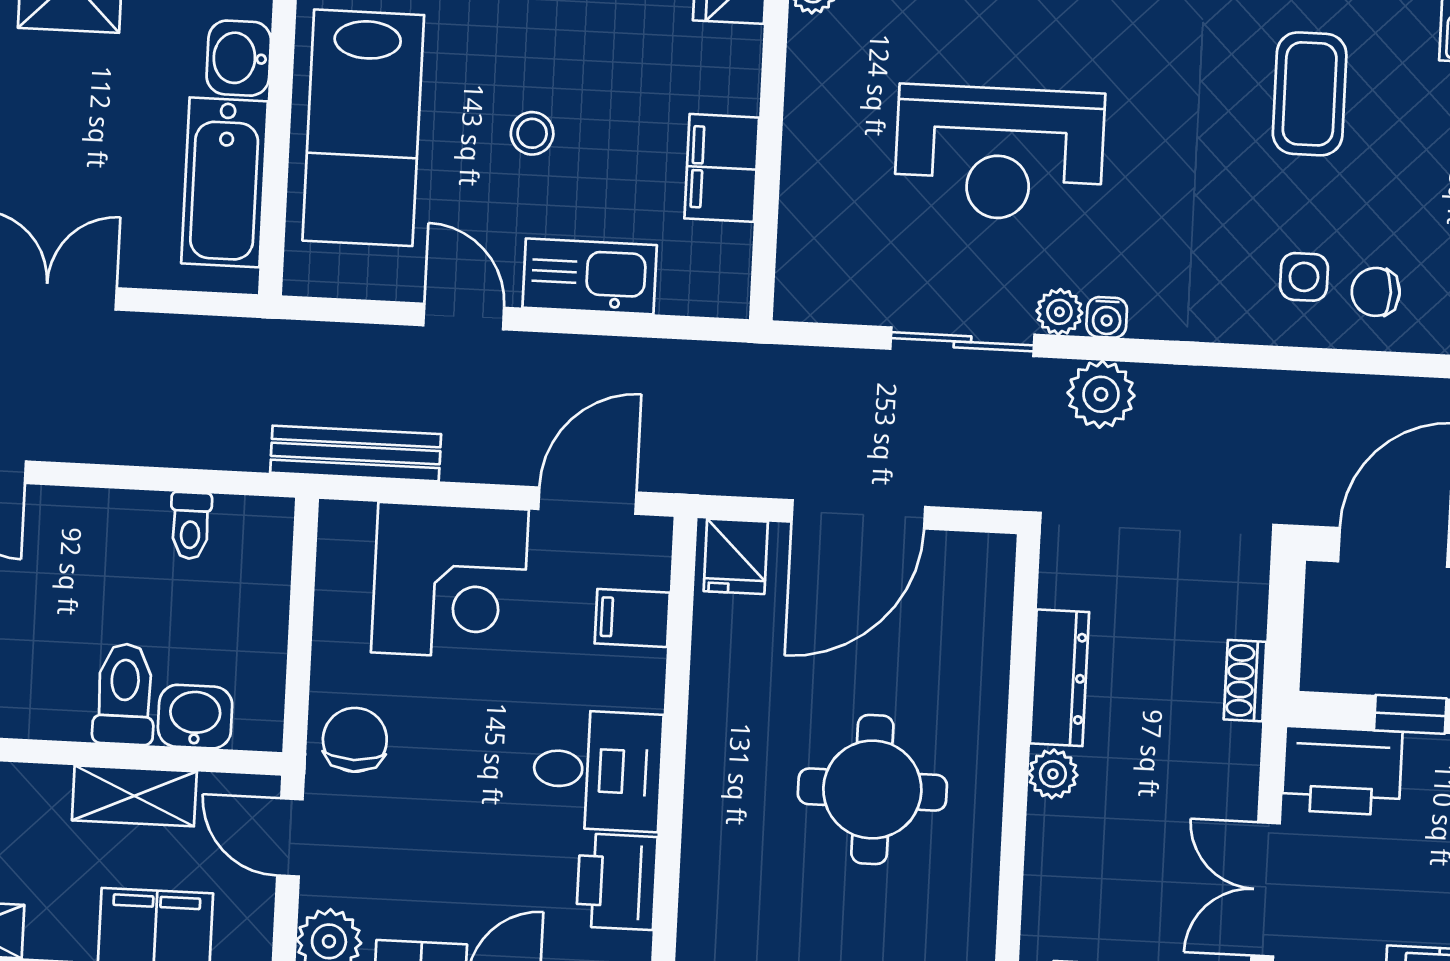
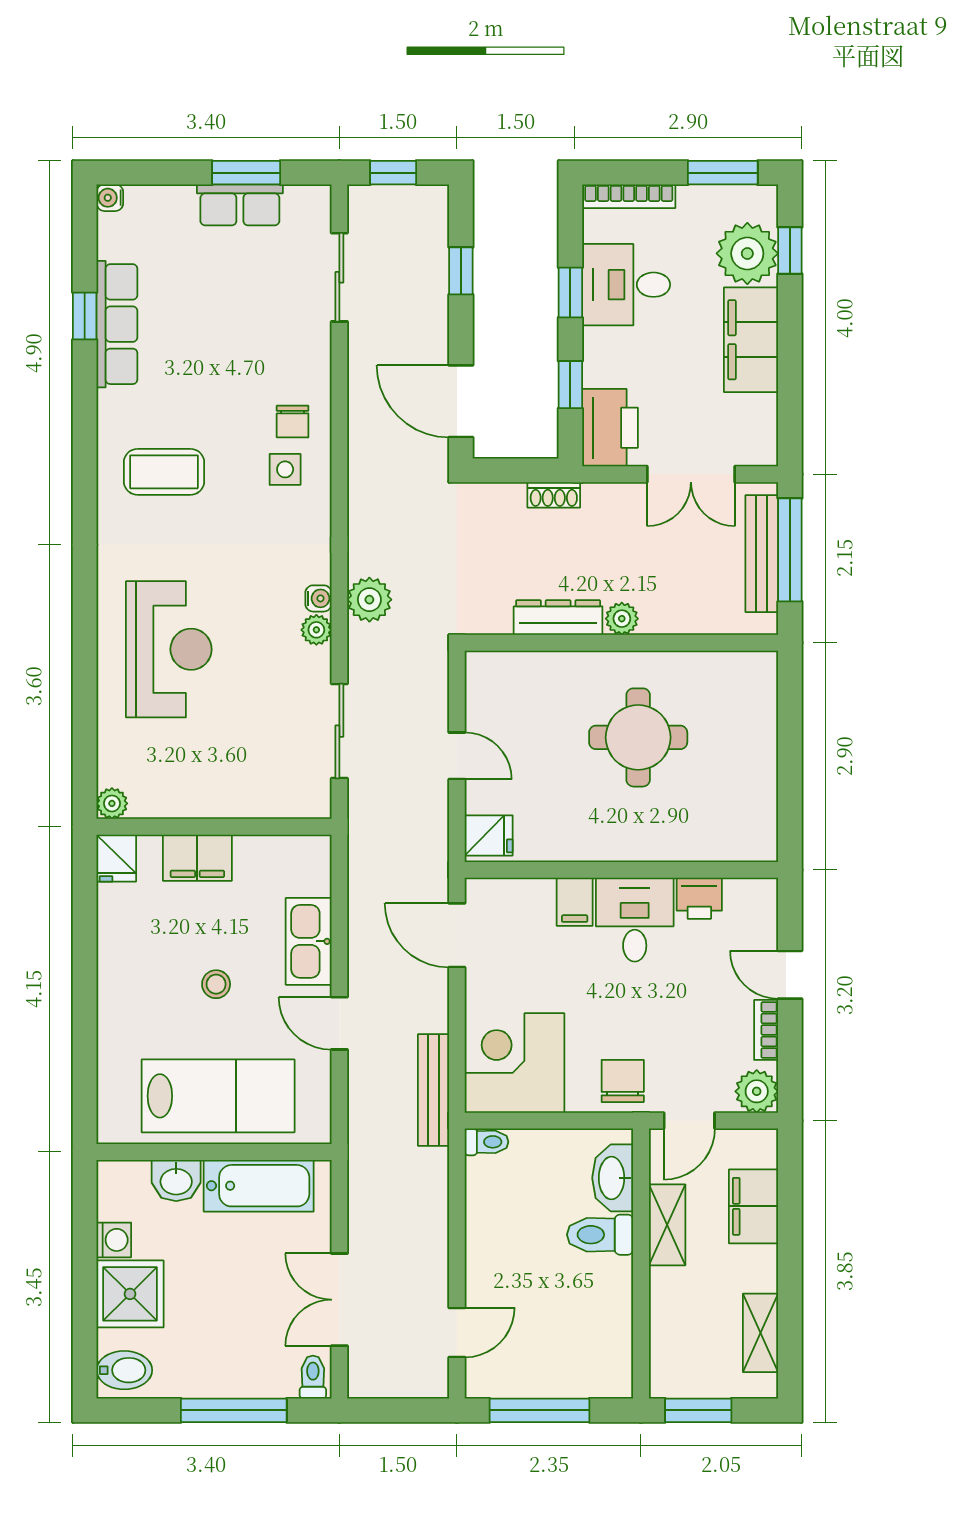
reception desk: (999, 153) -> (169, 649), moved
filing cabinet: (722, 168) -> (197, 858), moved
door: (464, 317) -> (339, 1023), hinge flipped
sliding door: (962, 342) -> (339, 731), moved
door: (858, 514) -> (457, 756), width x0.53
toilet: (191, 526) -> (487, 1142), moved
corner desk: (450, 581) -> (515, 1063), moved, turned -90
filing cabinet: (632, 618) -> (575, 902), moved
washbasin: (195, 717) -> (613, 1178), width x1.38
chair: (355, 740) -> (623, 1081), turned 90
printer: (617, 882) -> (699, 898), width x0.73, depth x0.81

